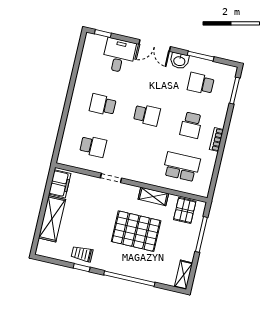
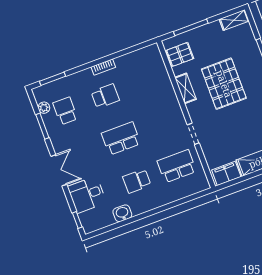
washbasin: (179, 61) -> (122, 213), moved, turned -90
plant: (215, 67) -> (44, 108), added
school desk: (201, 84) -> (65, 111), turned 180
school desk: (103, 105) -> (137, 181), turned 90
school desk: (147, 115) -> (121, 139), width x1.85
school desk: (93, 146) -> (177, 166), width x1.85
school desk: (181, 167) -> (145, 81), removed

